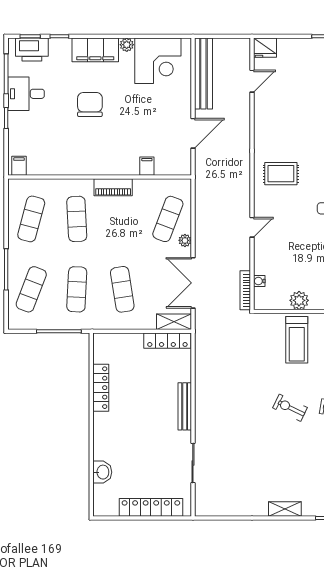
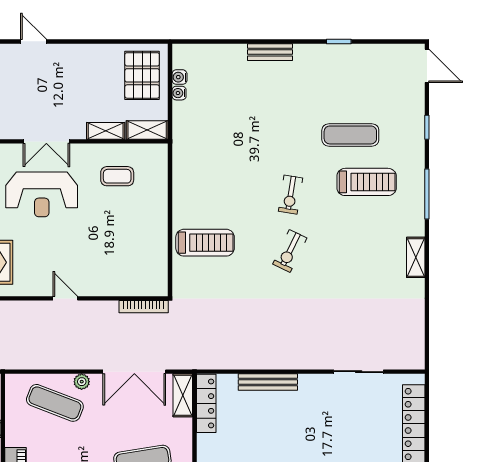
water cooler: (259, 281) -> (132, 289), removed
plant: (299, 300) -> (156, 240), removed
bench: (185, 406) -> (268, 382), moved

